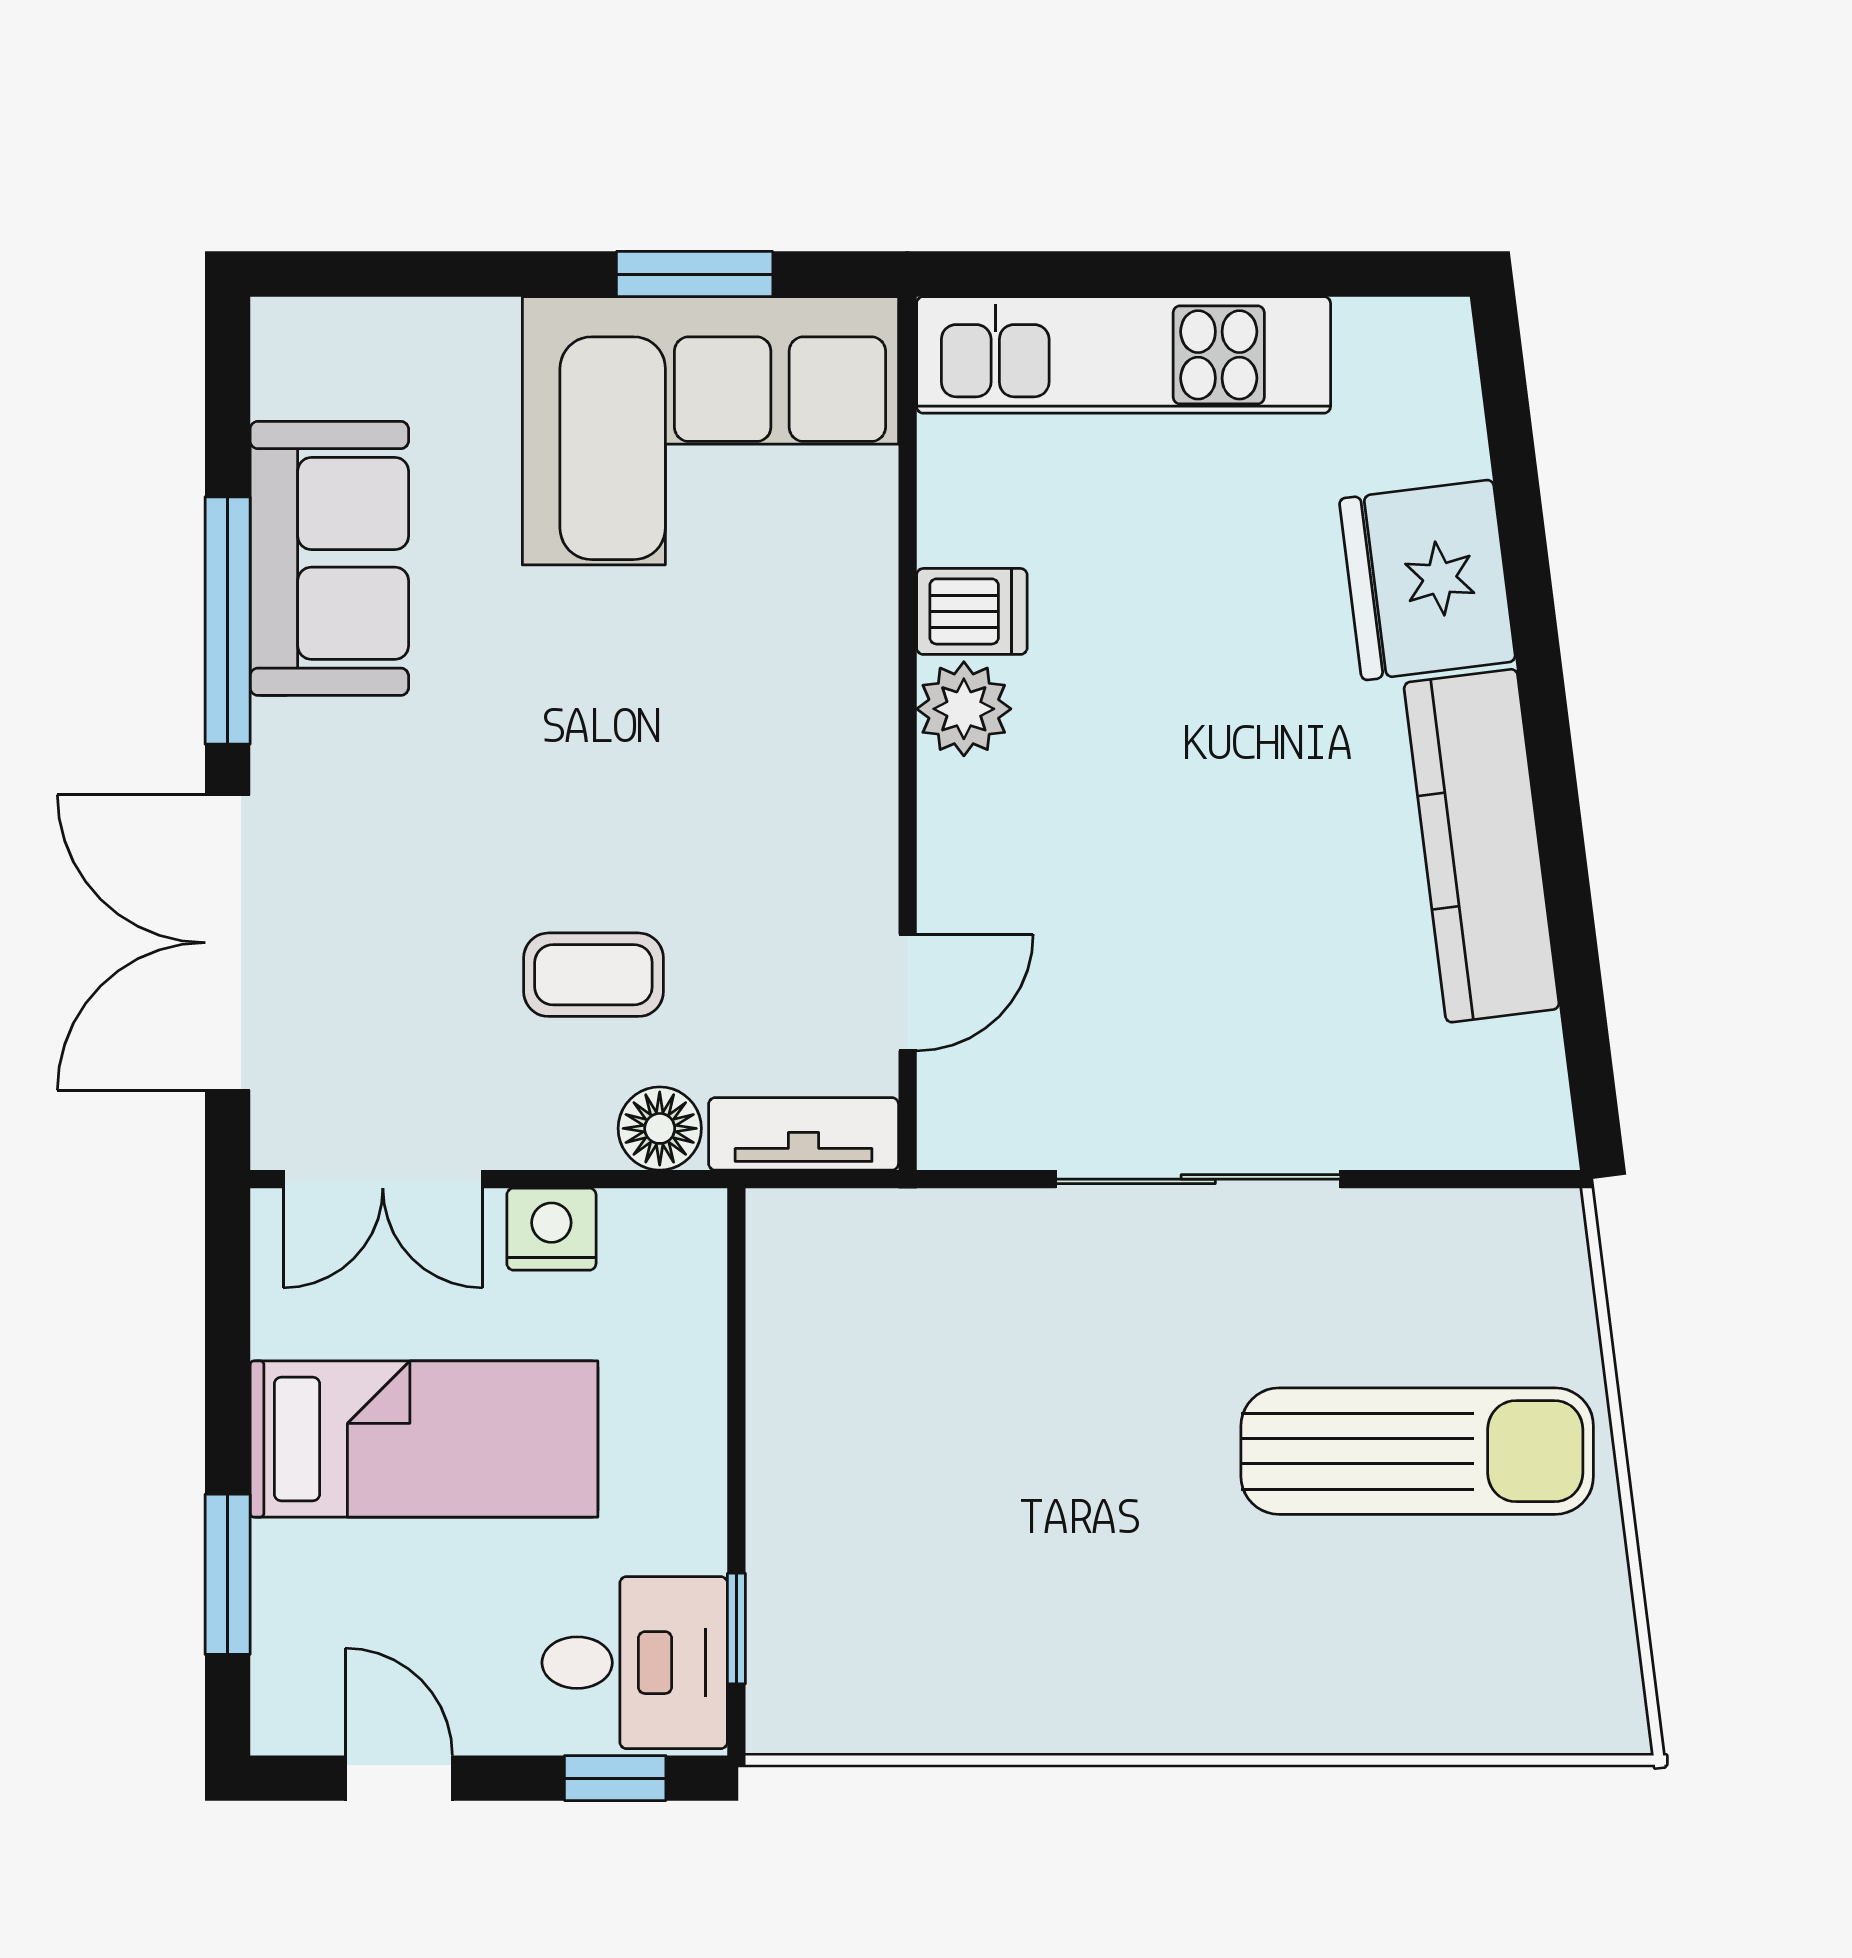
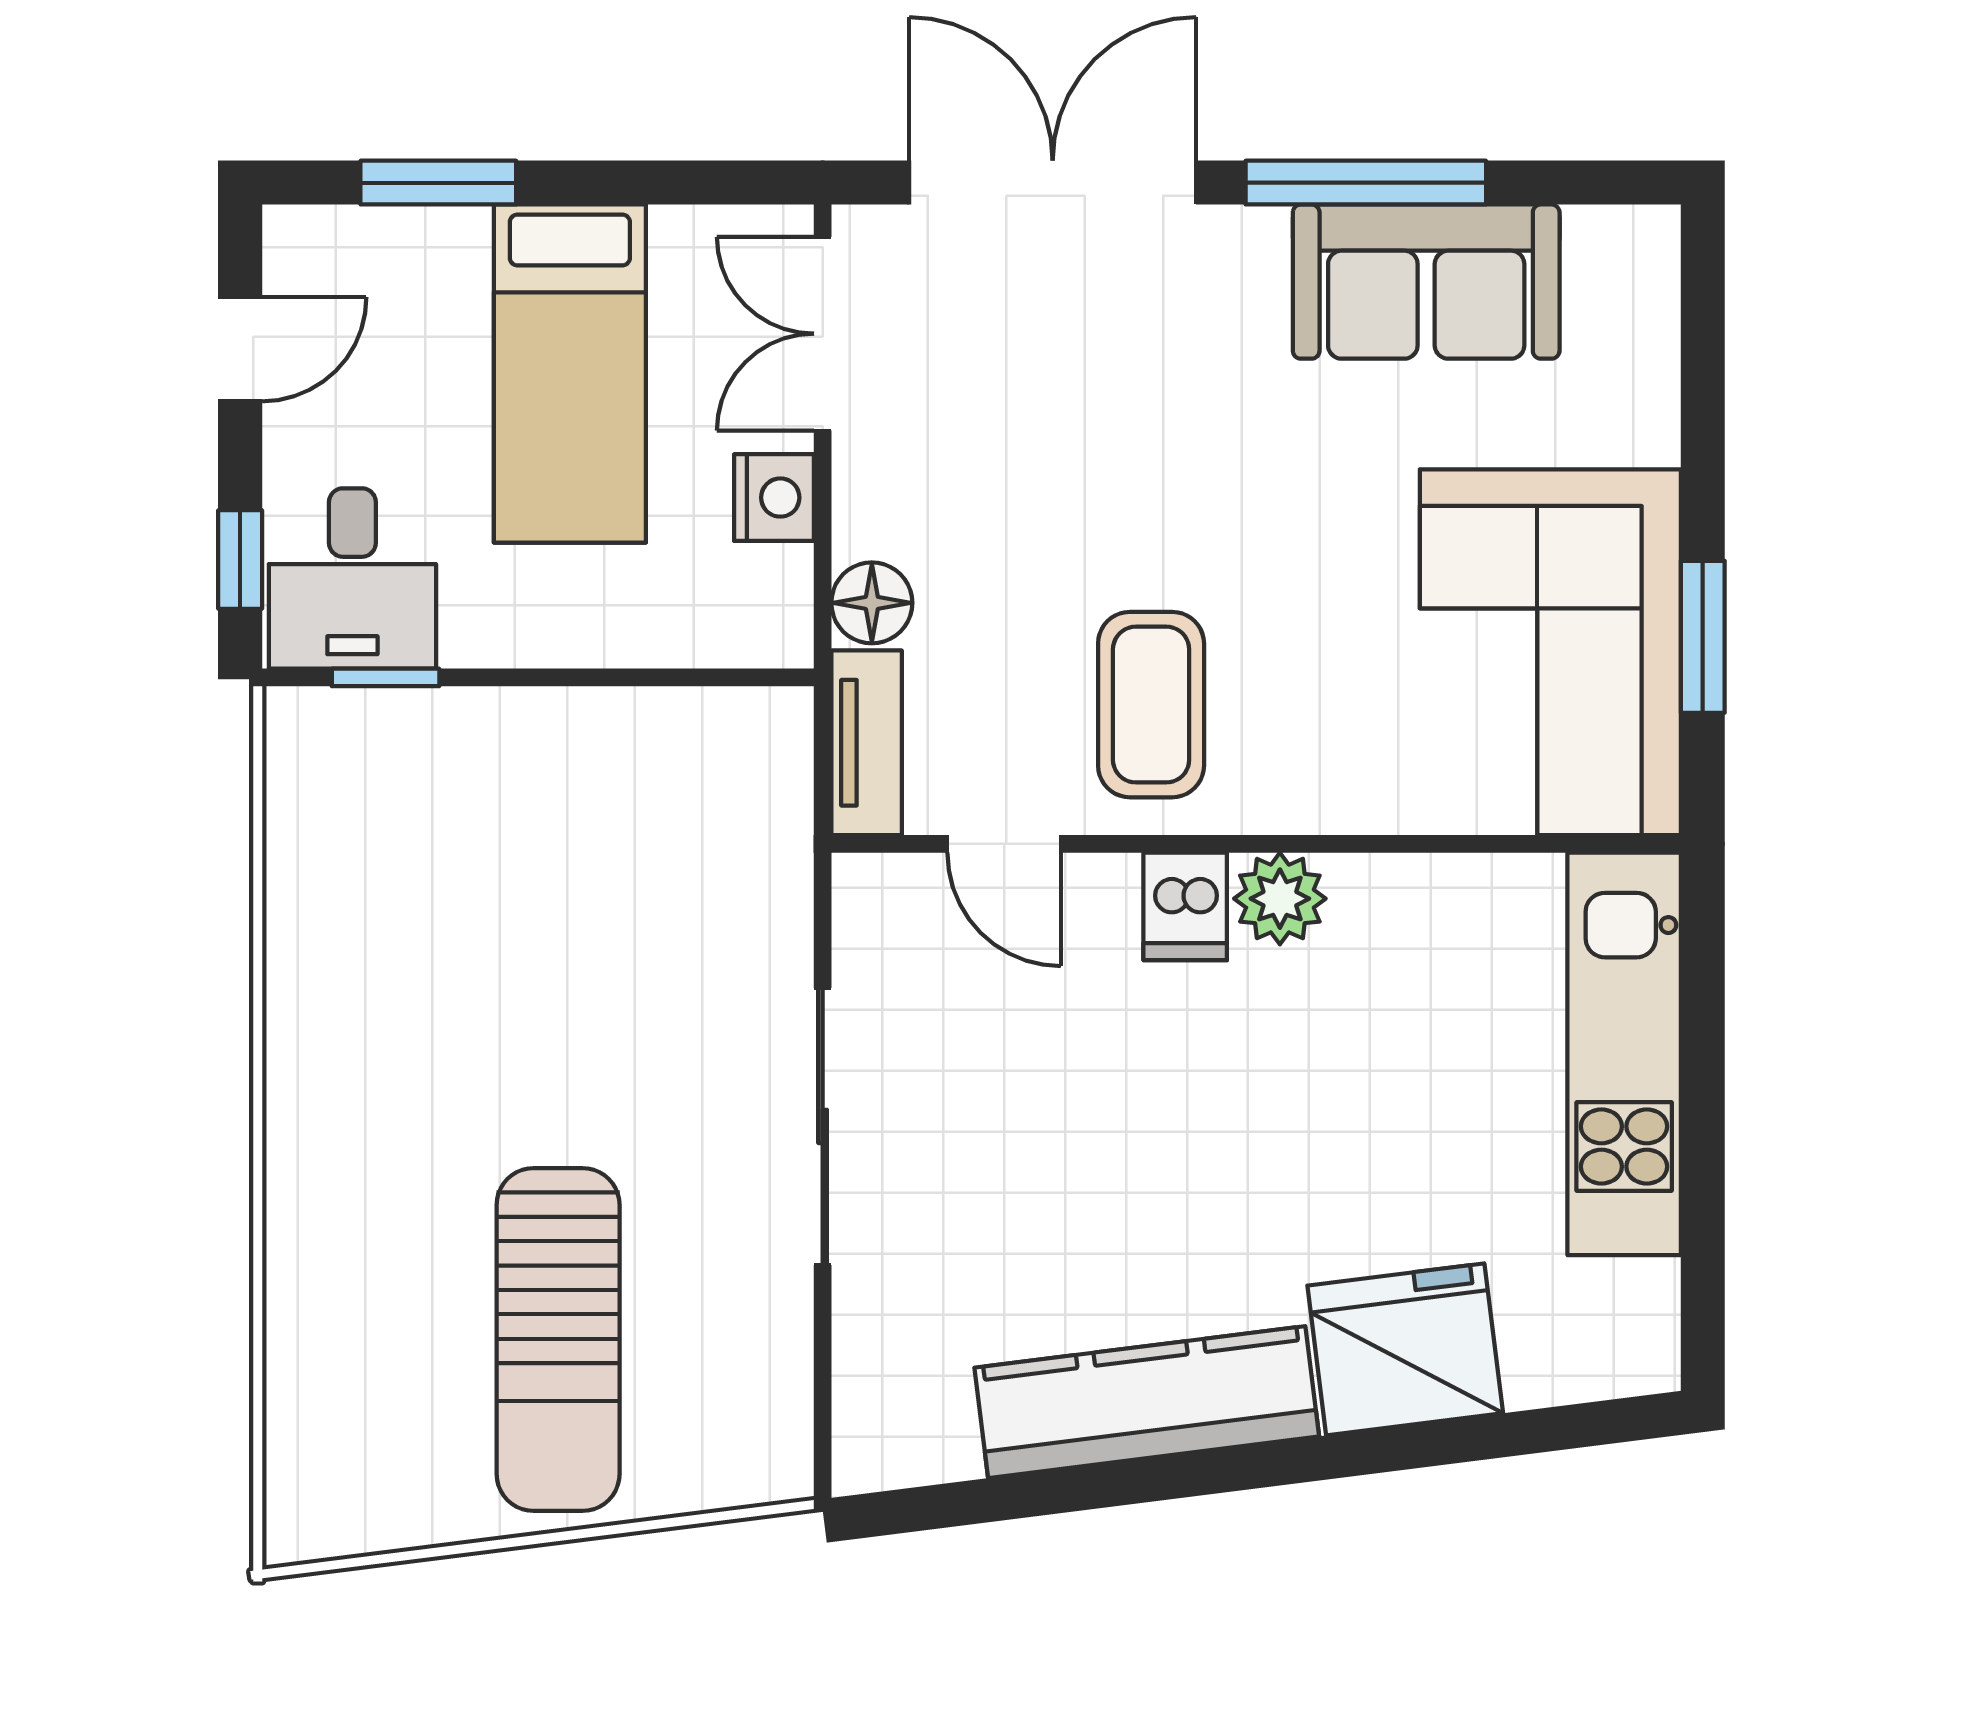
dishwasher: (972, 611) -> (1185, 906), moved
coffee table: (593, 975) -> (1151, 705), moved, width x1.36, depth x1.30

